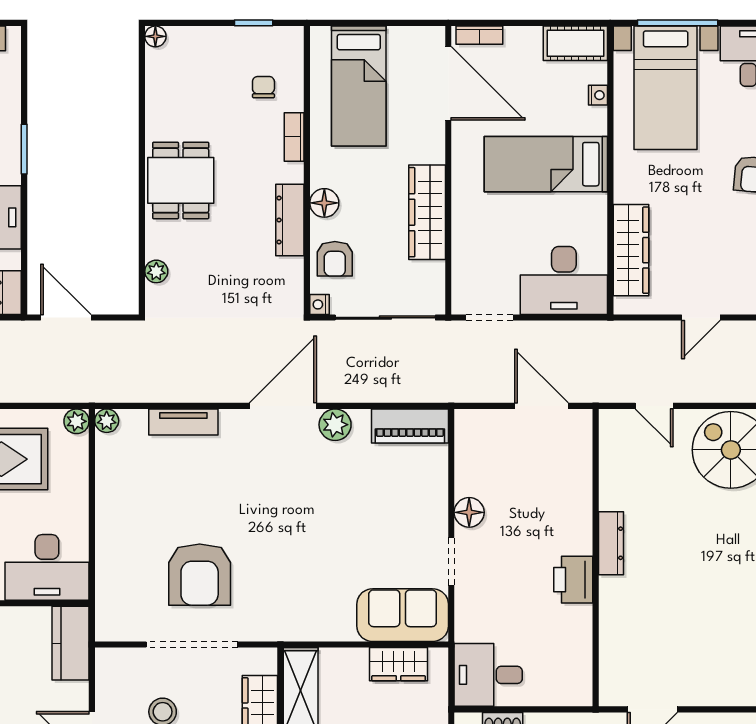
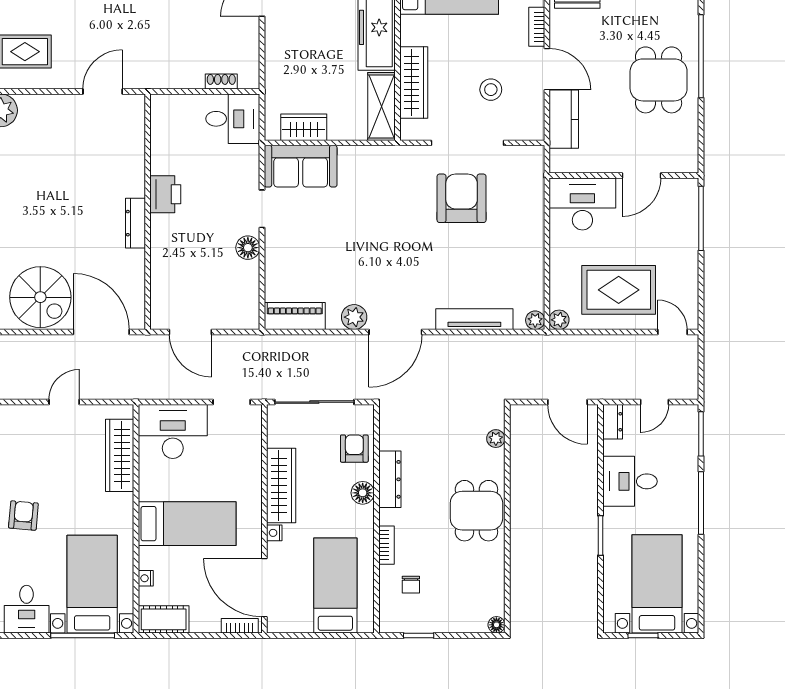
nightstand: (319, 304) -> (274, 533), moved, turned 180
door: (654, 406) -> (101, 332), width x1.87
tv unit: (183, 422) -> (474, 319), width x1.41
kitchen counter: (70, 643) -> (564, 119), moved

